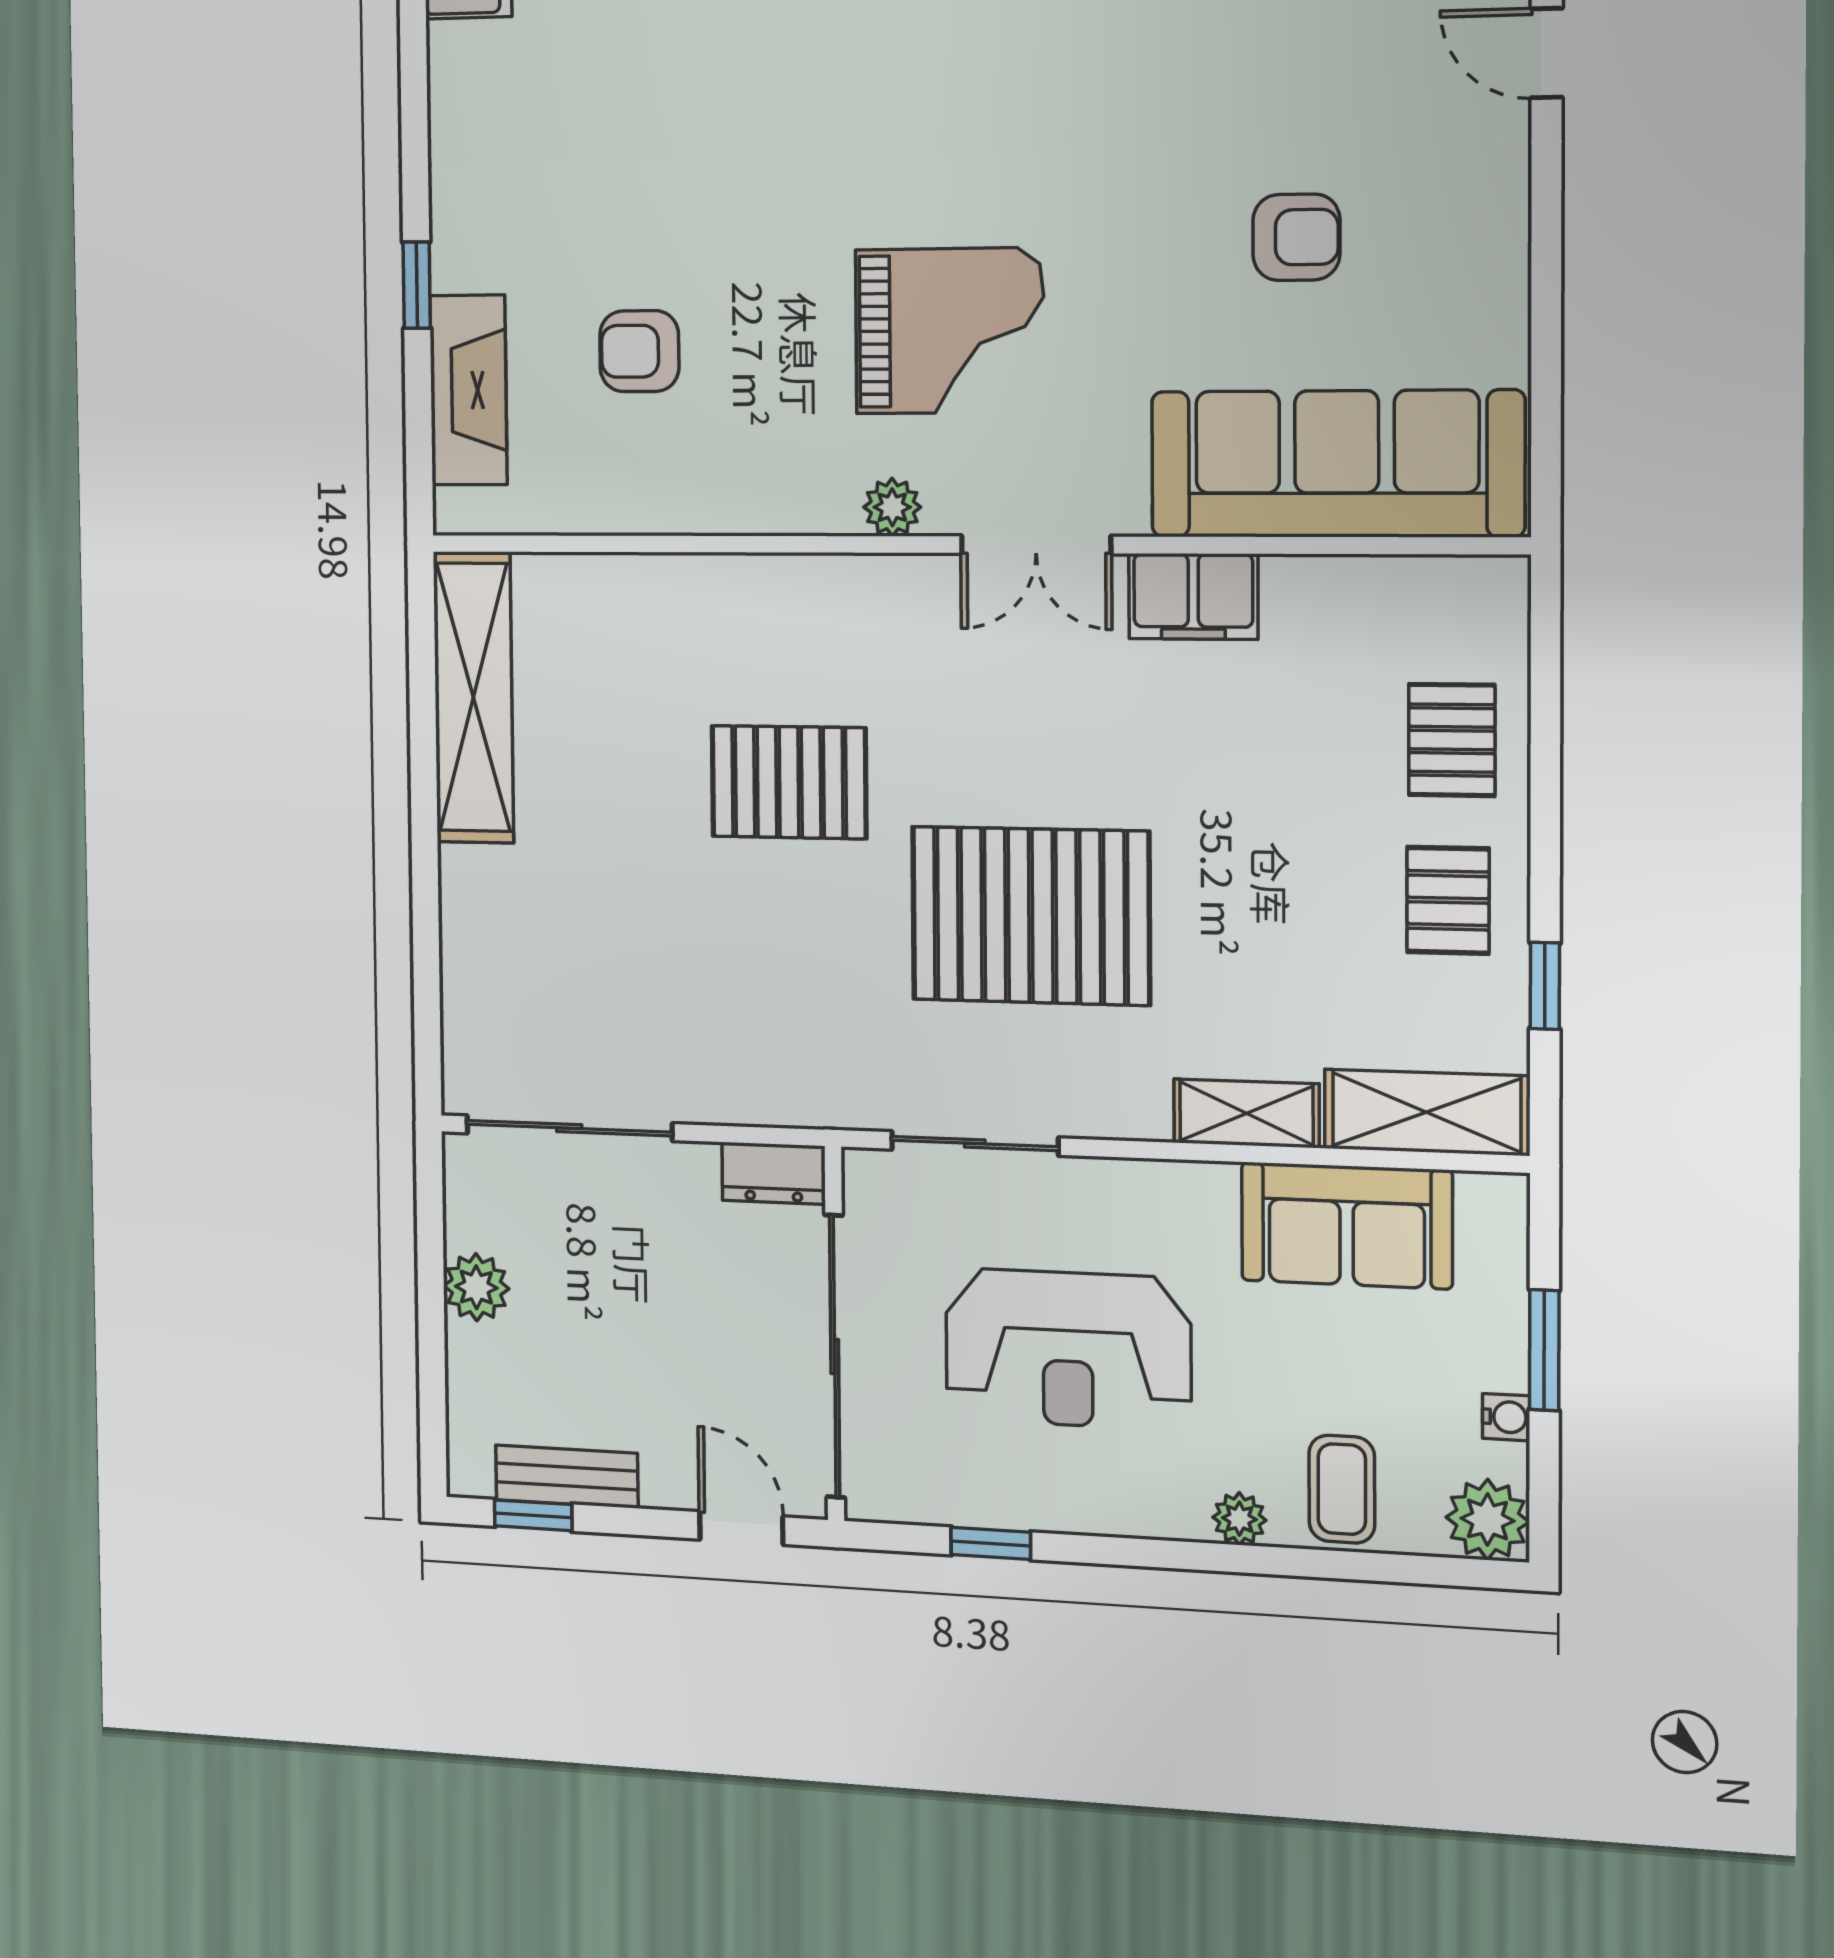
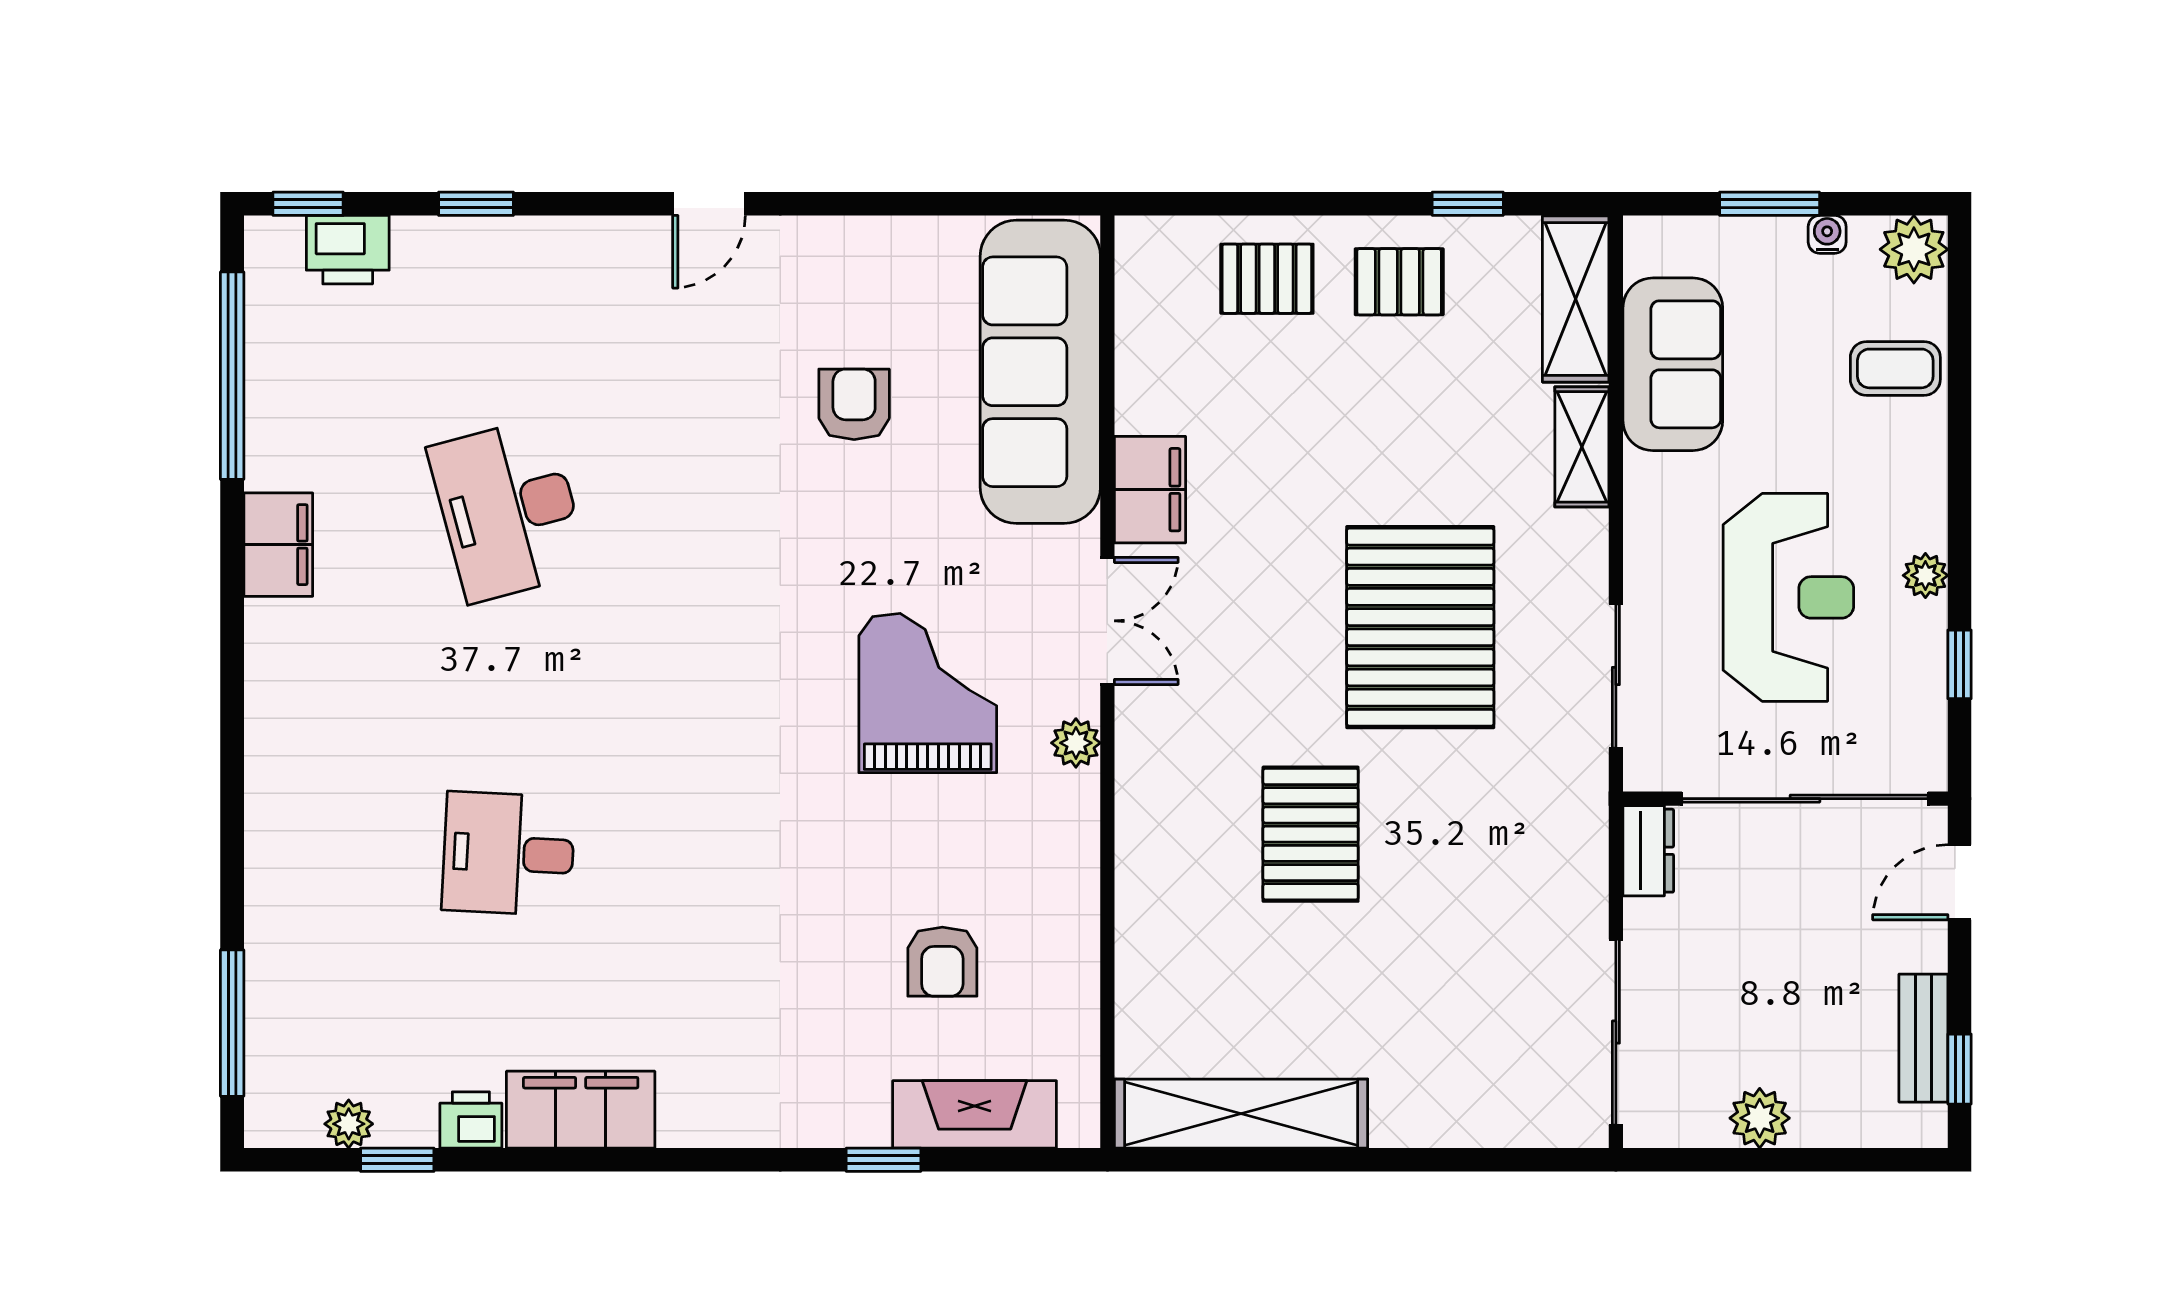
plant: (1239, 1519) -> (1925, 575), moved

